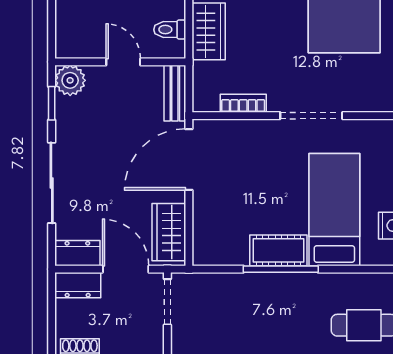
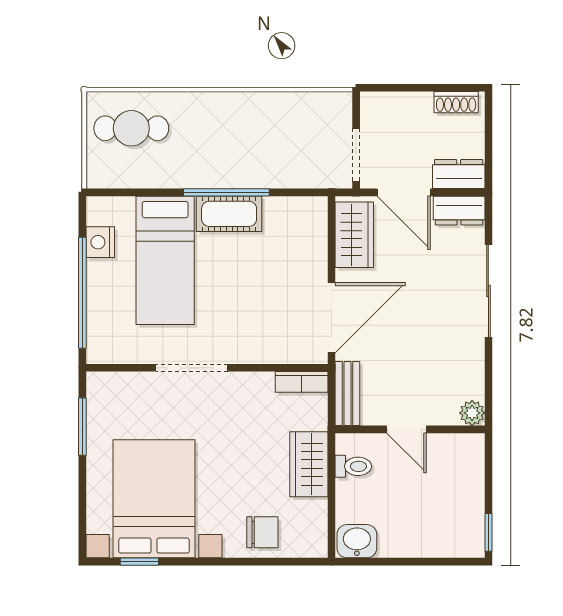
plant: (70, 80) -> (472, 413), width x0.73, depth x0.73
window: (52, 103) -> (488, 382), removed
bookcase: (243, 103) -> (302, 382), moved

